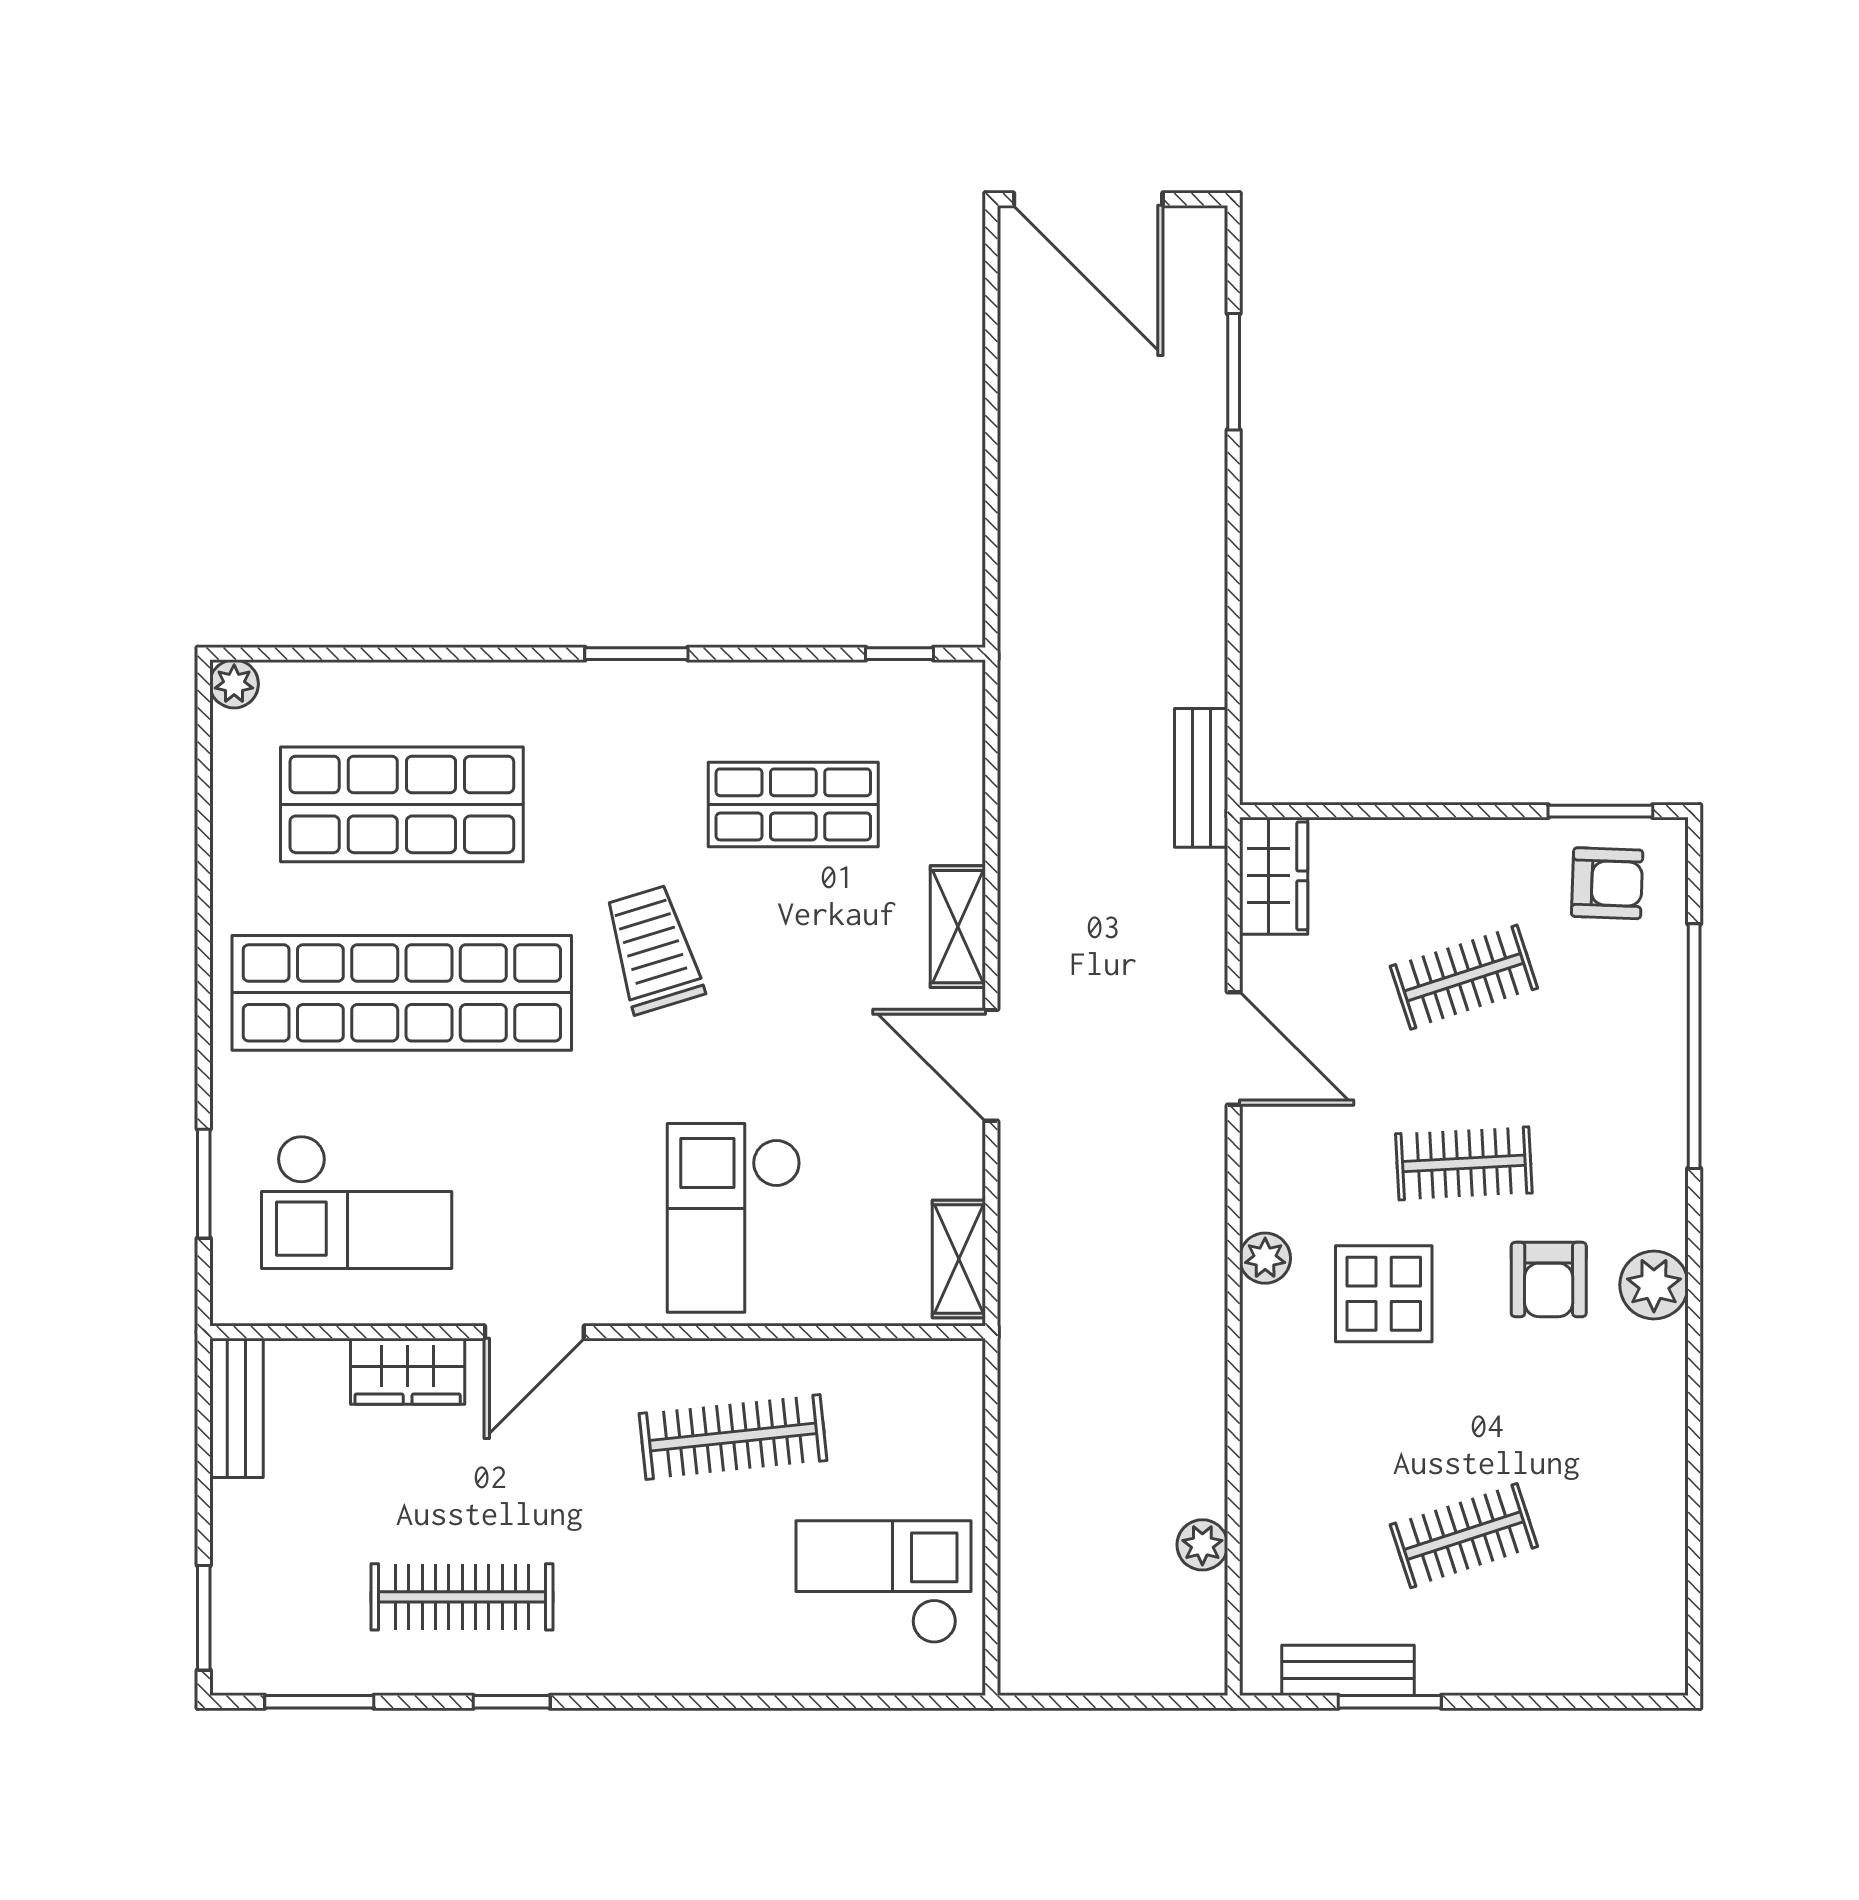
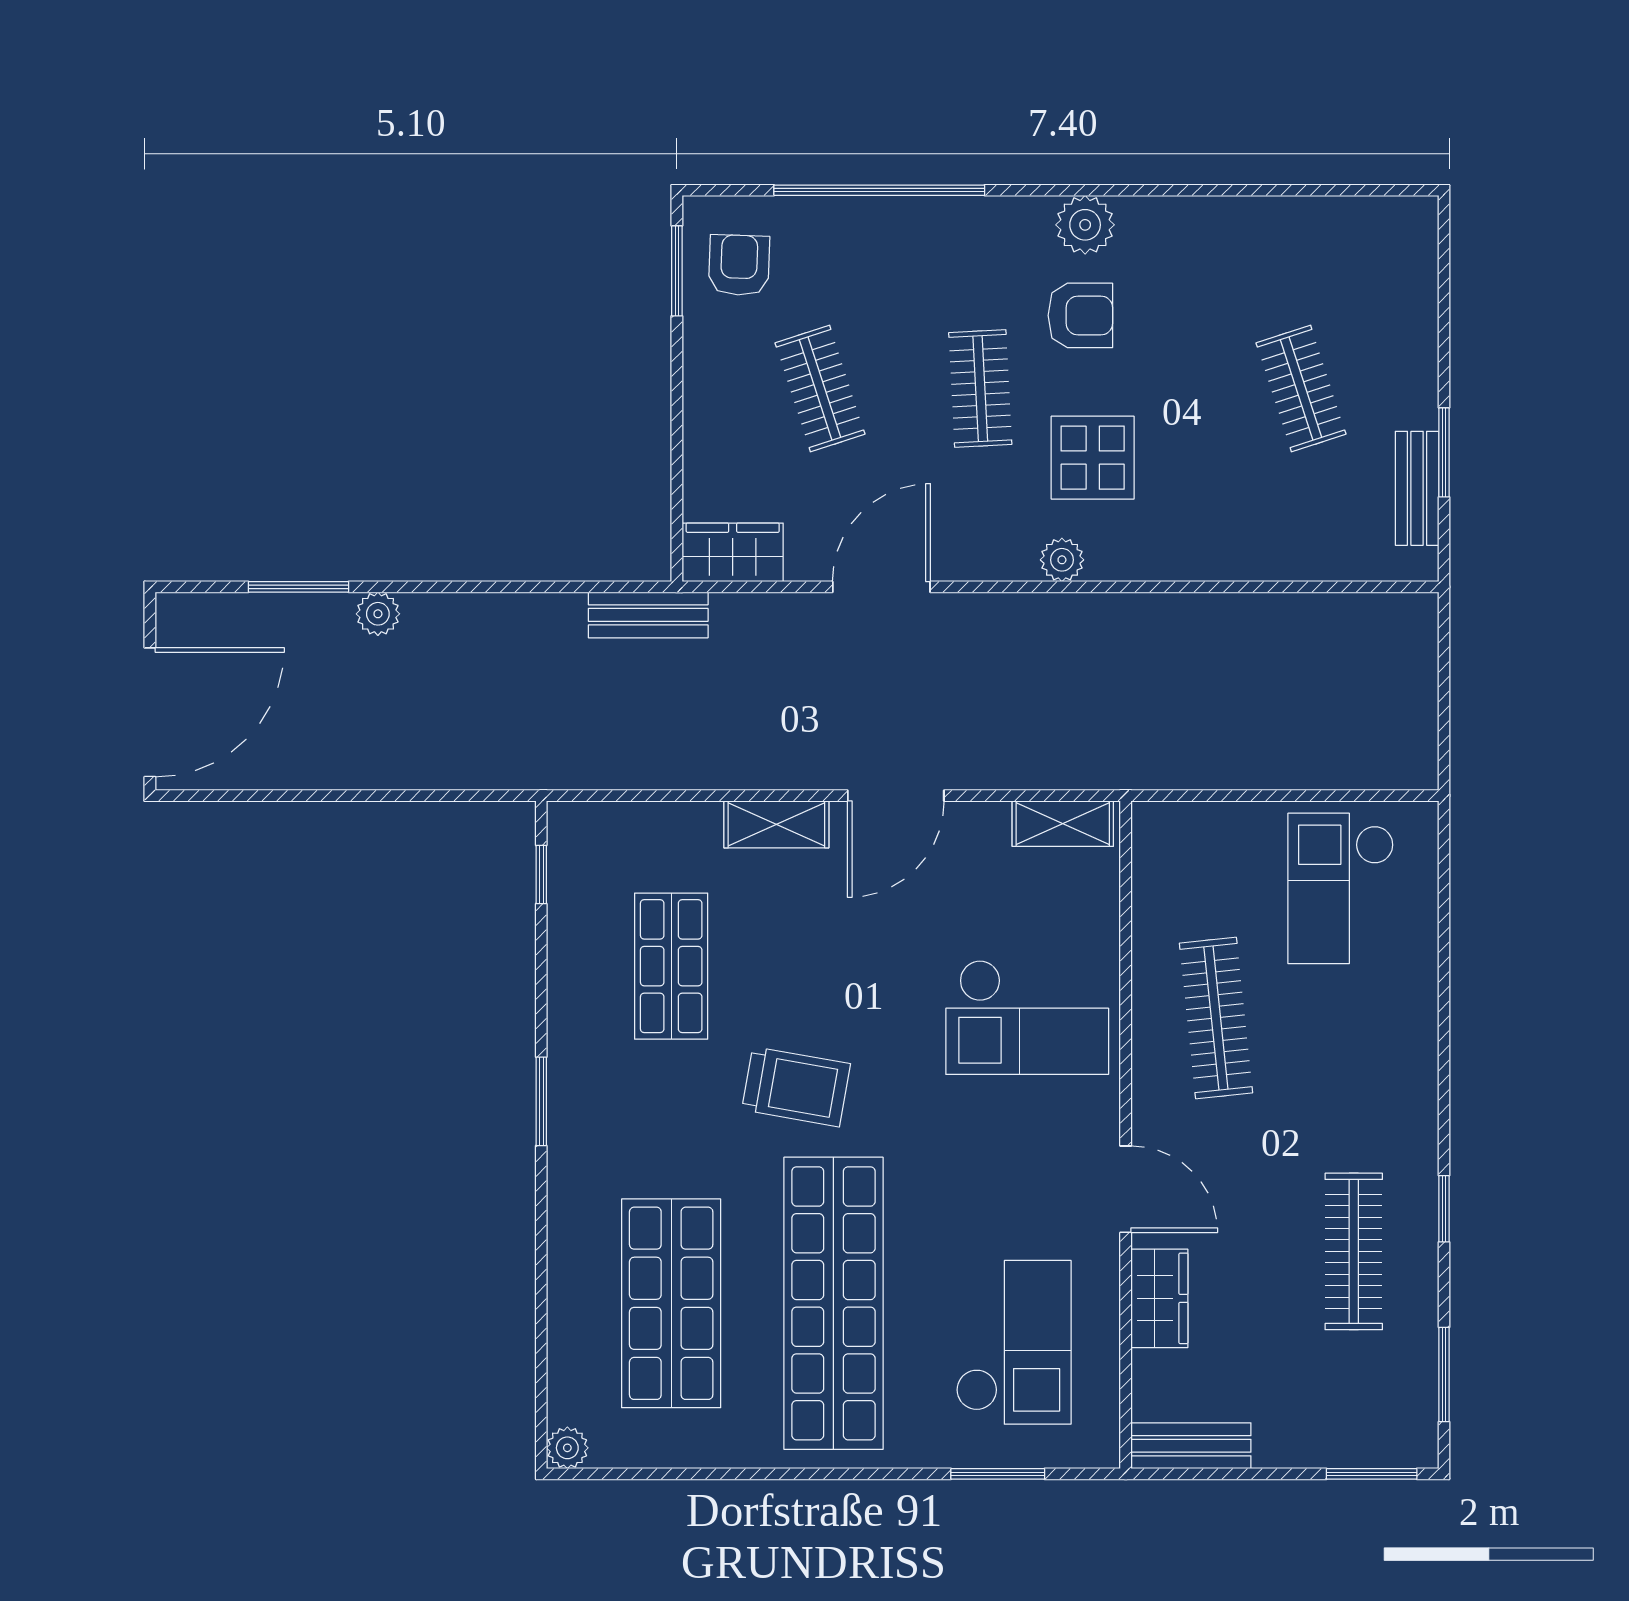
trolley: (653, 950) -> (796, 1087), turned -153
plant: (1202, 1545) -> (378, 614), moved

